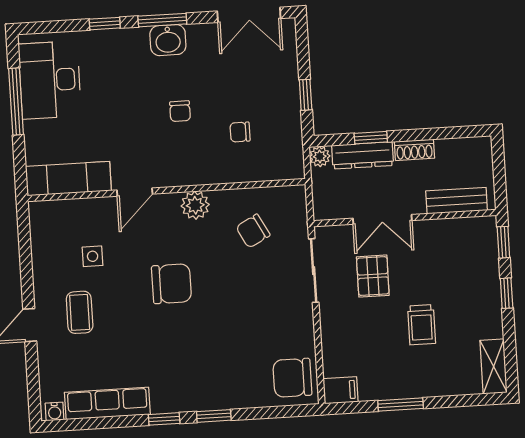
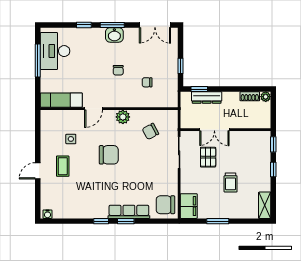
window: (371, 138) -> (199, 89), moved
shoe rack: (414, 150) -> (250, 96), moved
plant: (320, 156) -> (266, 97), moved
bench: (457, 201) -> (251, 123), removed
filing cabinet: (341, 390) -> (189, 206), width x2.00
row of seats: (107, 403) -> (129, 212), moved

